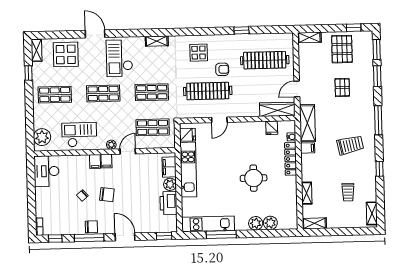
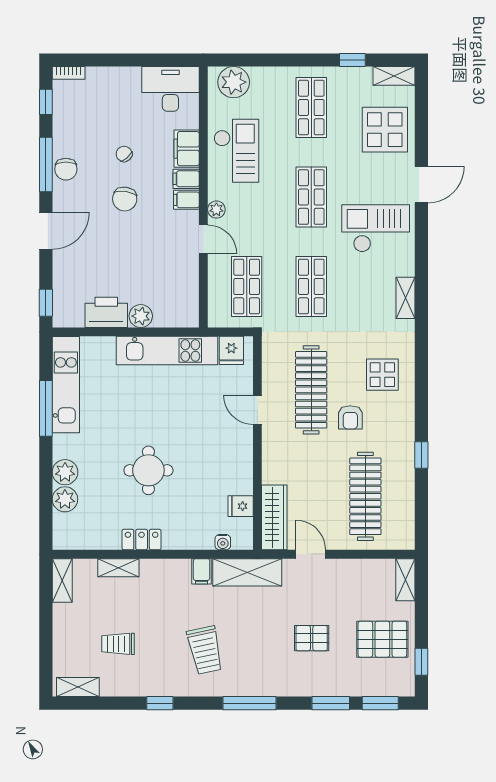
locker: (291, 159) -> (142, 540), moved, width x0.66
filing cabinet: (169, 167) -> (187, 149), moved, turned -90

